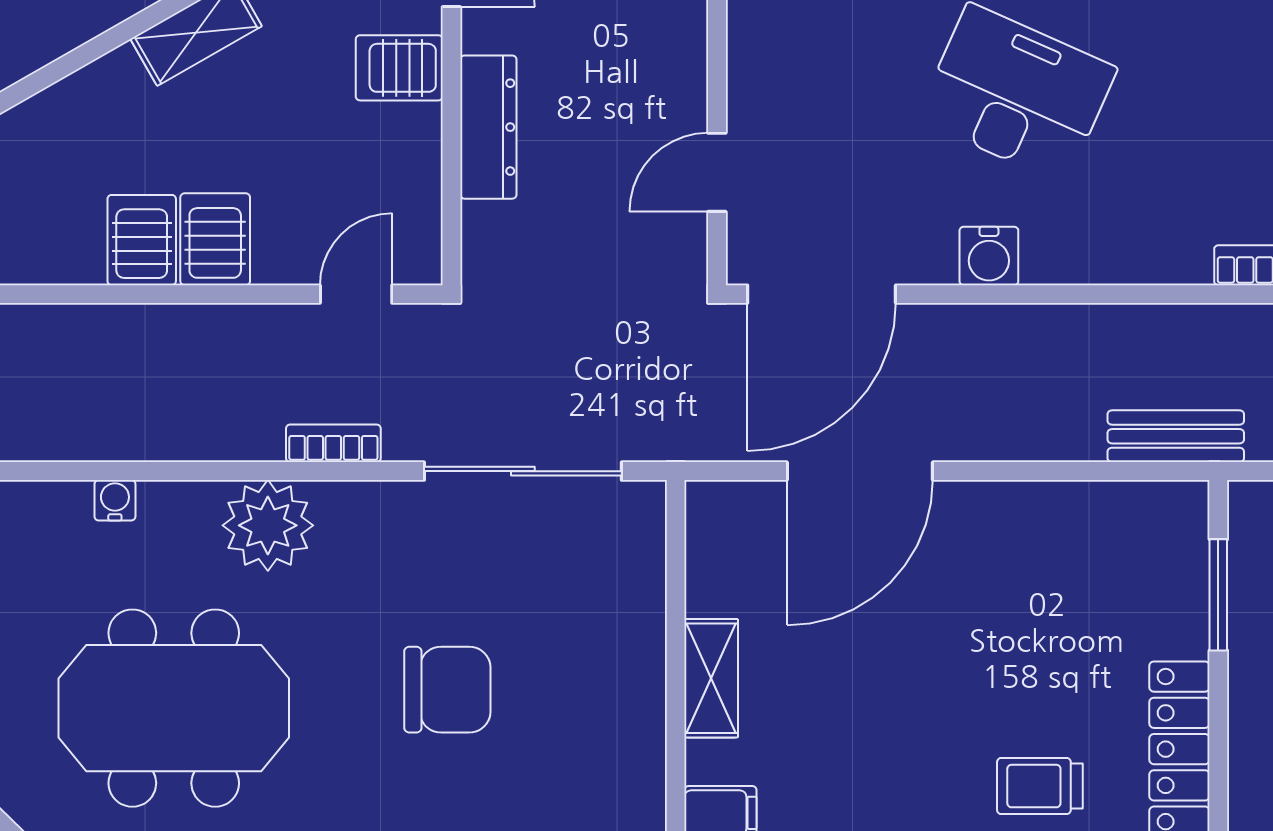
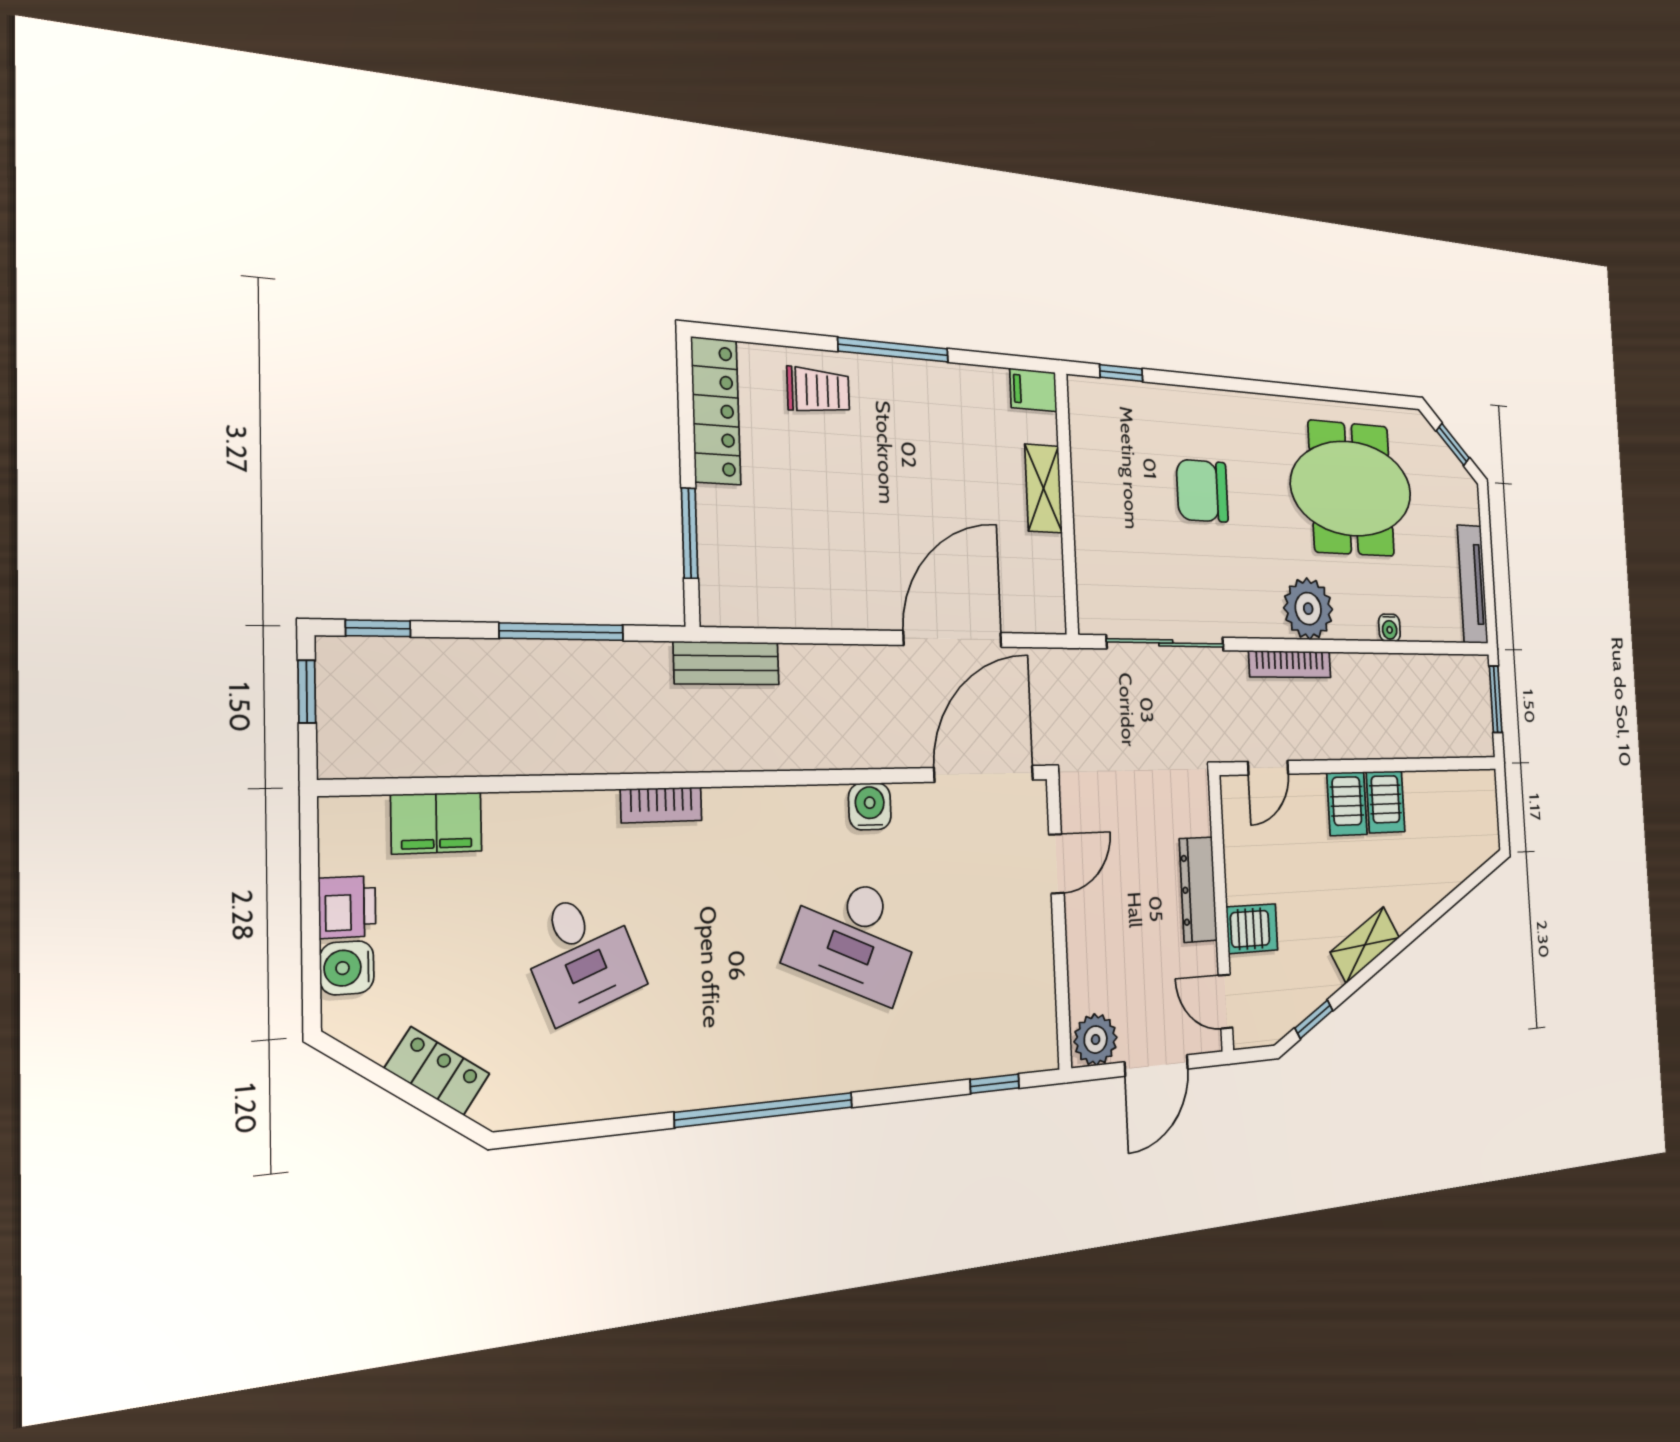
bookcase: (333, 443) -> (1290, 664), width x1.56

